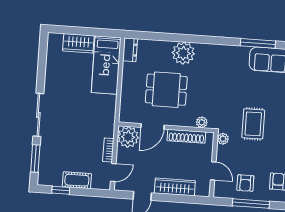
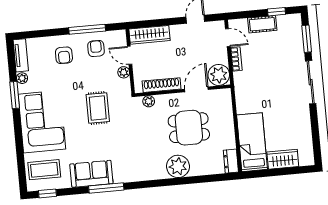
plant: (223, 139) -> (124, 72), moved
door: (113, 172) -> (228, 38), swing flipped
wardrobe: (175, 187) -> (149, 35), moved

